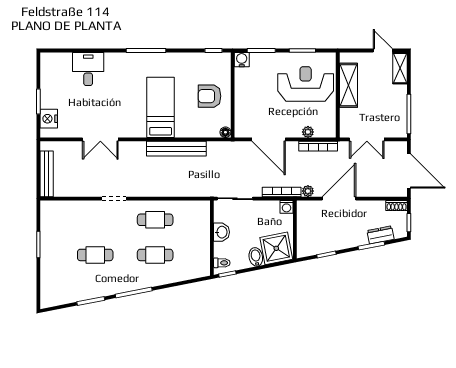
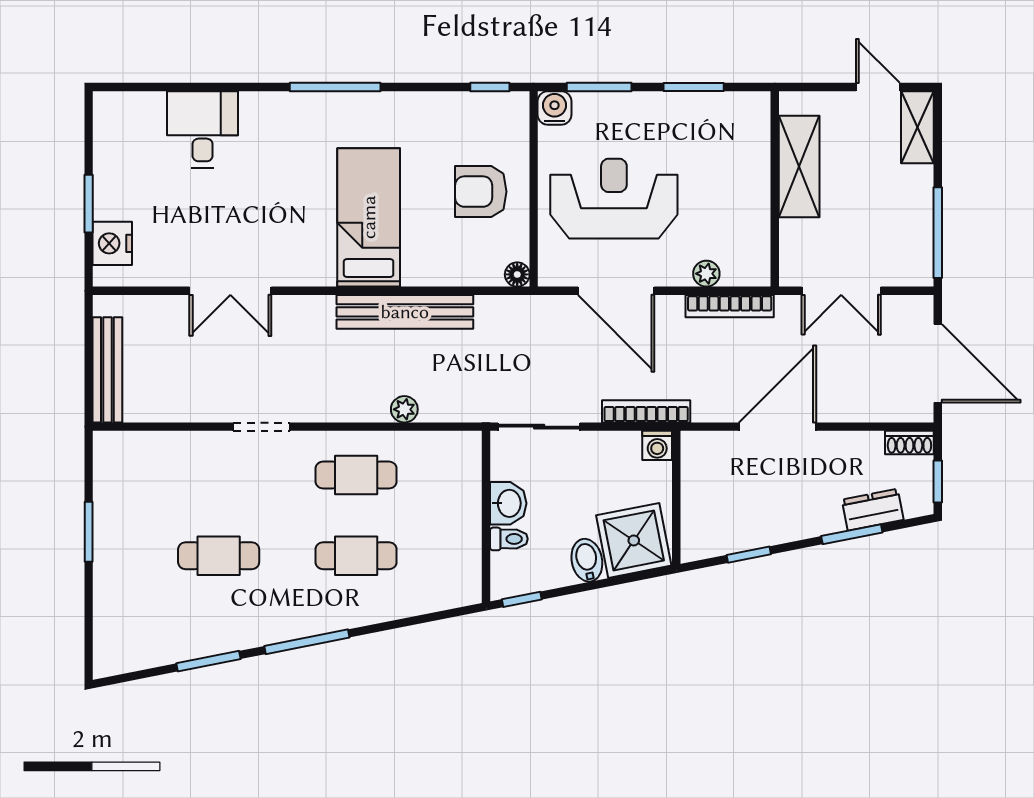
reception desk: (306, 84) -> (614, 199), moved
plant: (308, 191) -> (404, 409), moved
toilet: (222, 263) -> (509, 539), moved

